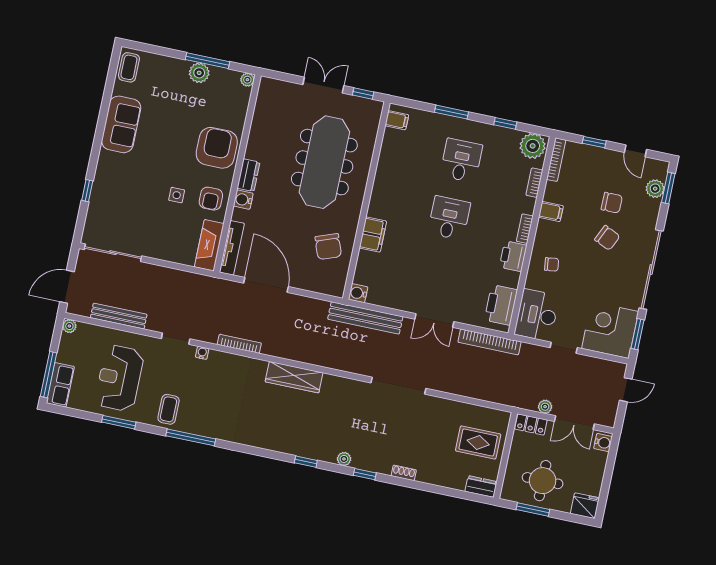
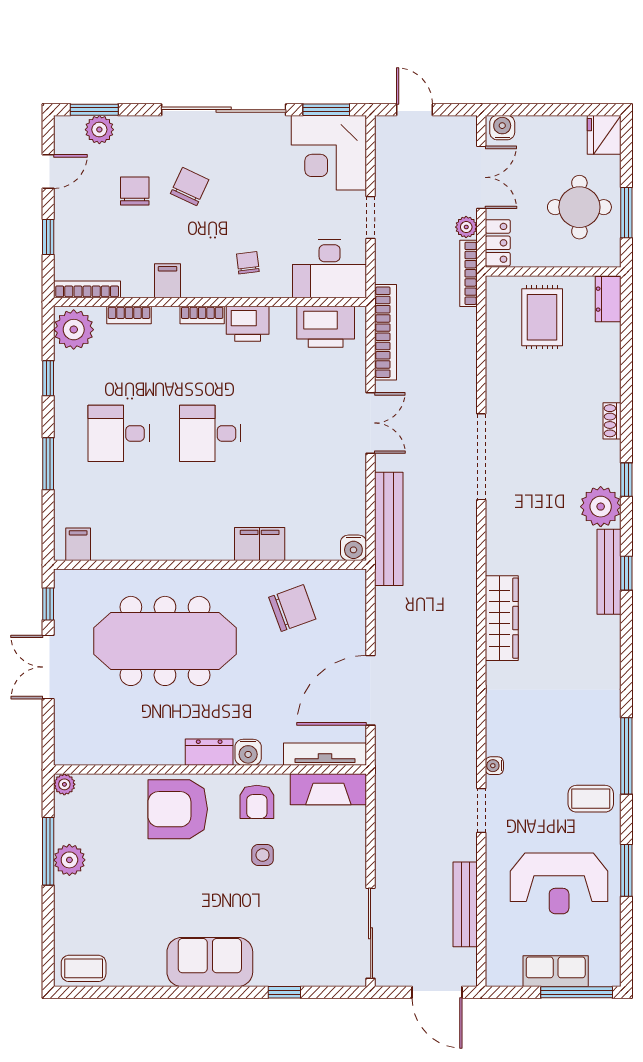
sofa: (121, 124) -> (210, 962), moved
armchair: (211, 199) -> (257, 802), turned 90
plant: (69, 326) -> (496, 976), removed
bookcase: (239, 344) -> (468, 273), moved
row of seats: (60, 385) -> (556, 971), moved
bench: (309, 451) -> (609, 572), added
plant: (344, 459) -> (601, 507), width x1.87, depth x1.87

